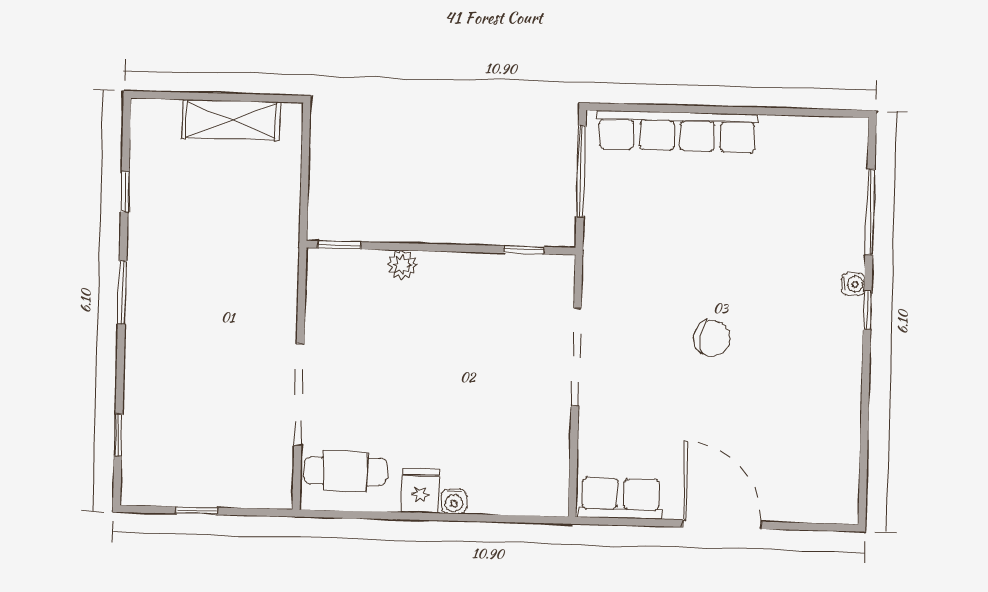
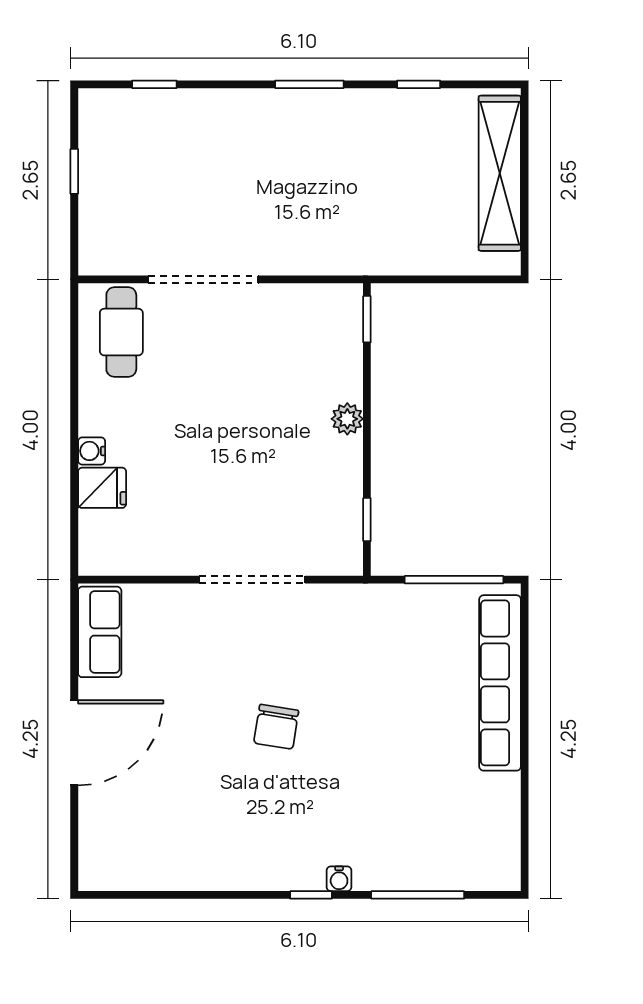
shelving: (231, 120) -> (500, 173), width x1.47
plant: (402, 265) -> (347, 419), moved
fridge: (420, 491) -> (102, 488), moved

